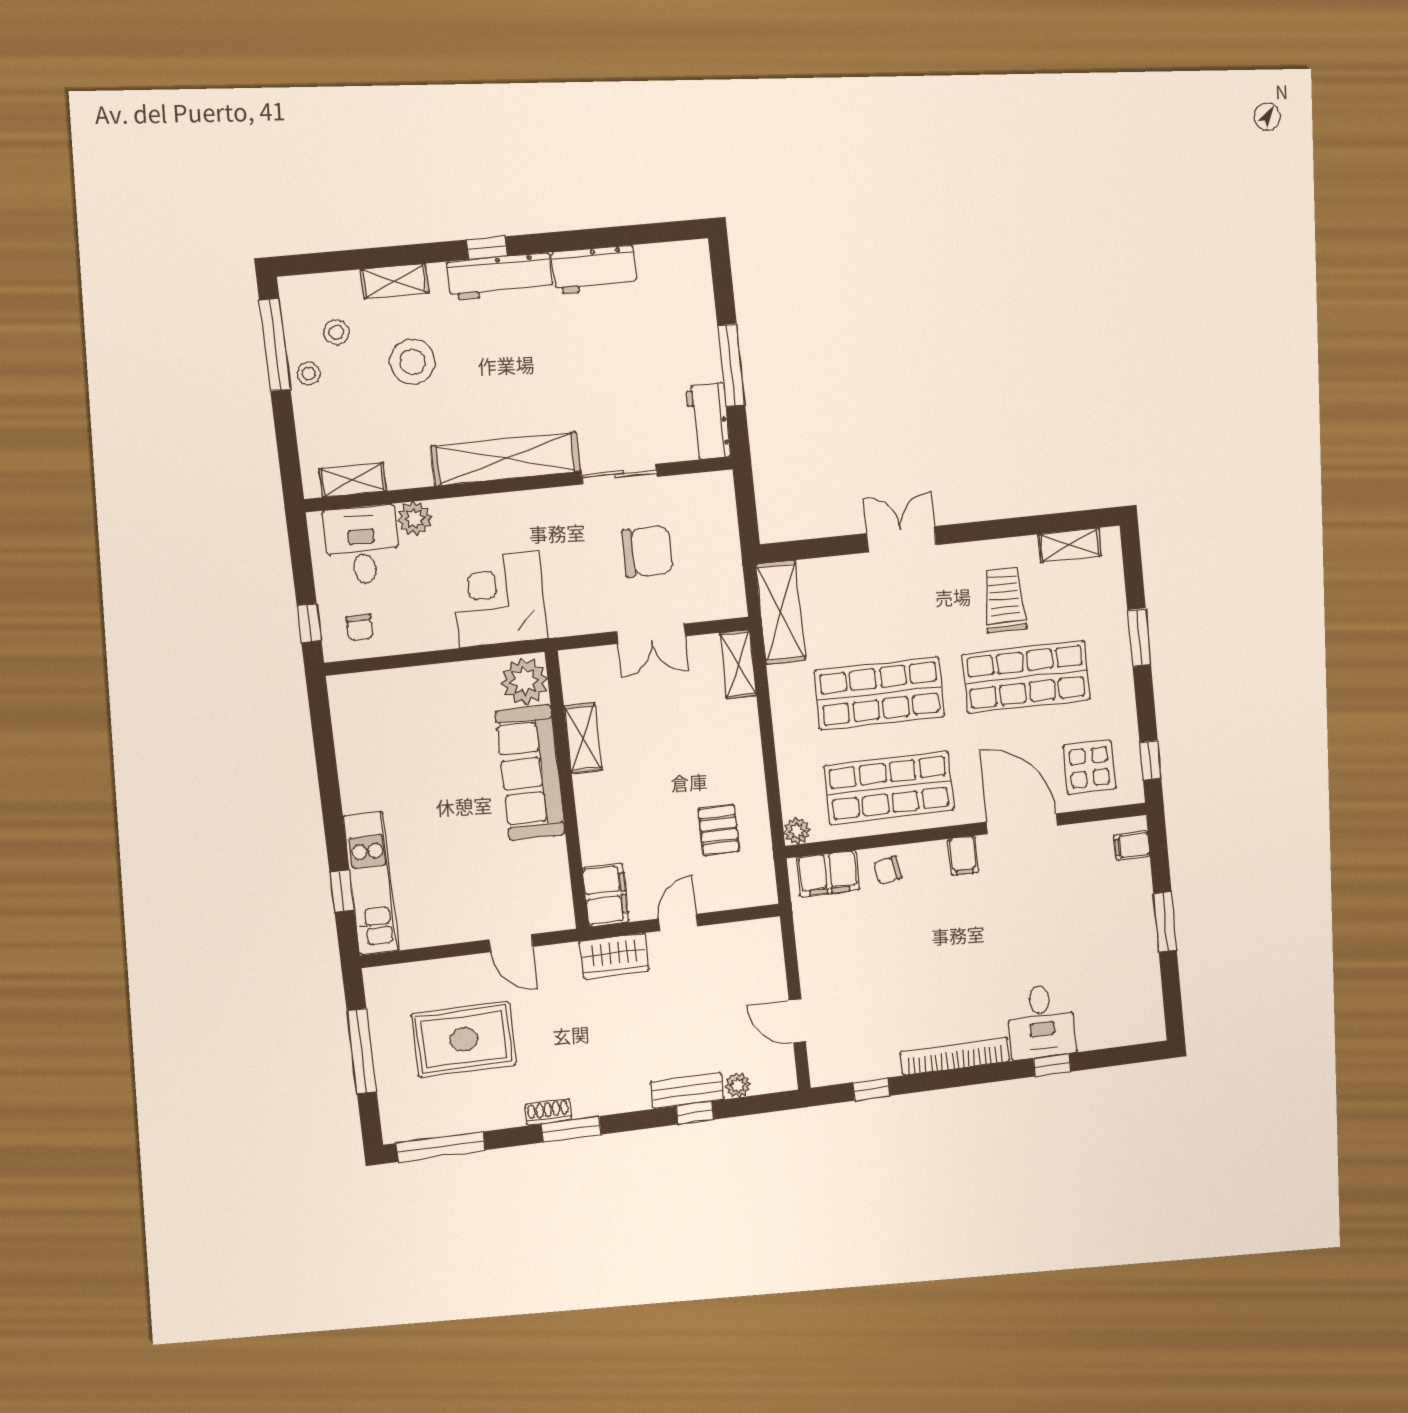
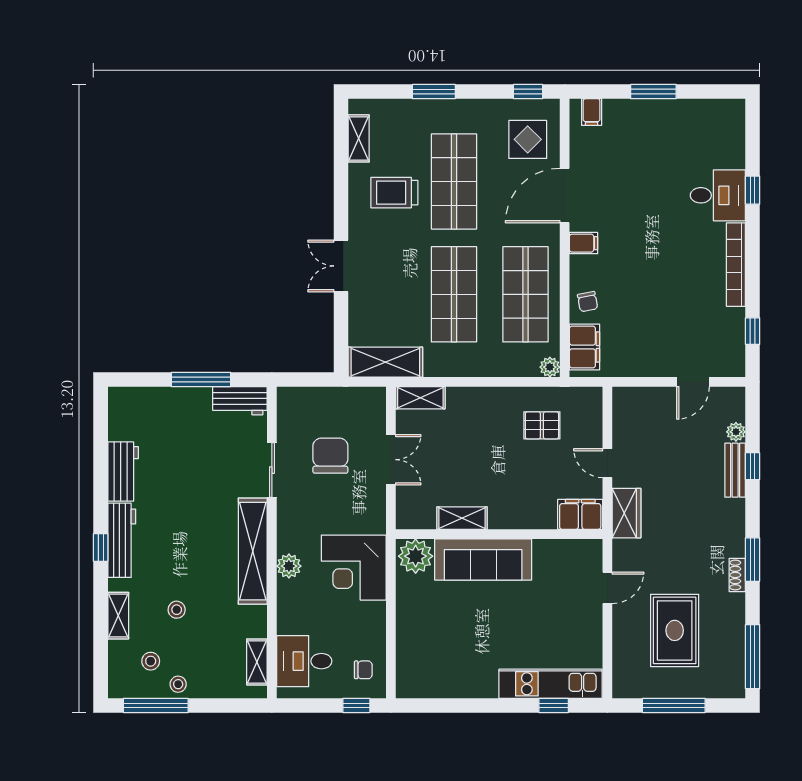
stool: (412, 362) -> (177, 610), width x0.53, depth x0.53
plant: (415, 518) -> (289, 566), moved

